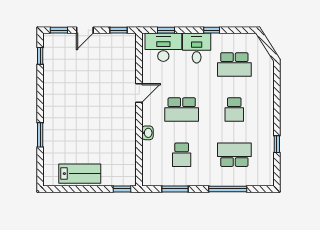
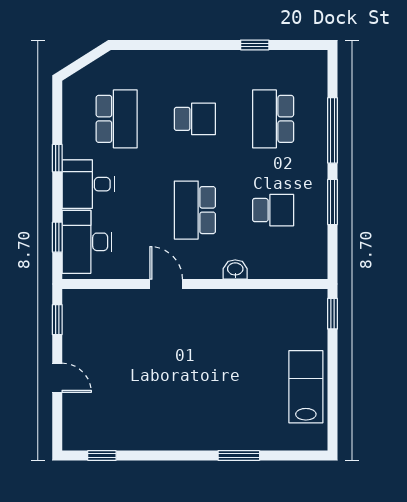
window: (59, 30) -> (57, 423), removed
school desk: (182, 110) -> (195, 210), turned 180
window: (175, 189) -> (333, 202), moved

